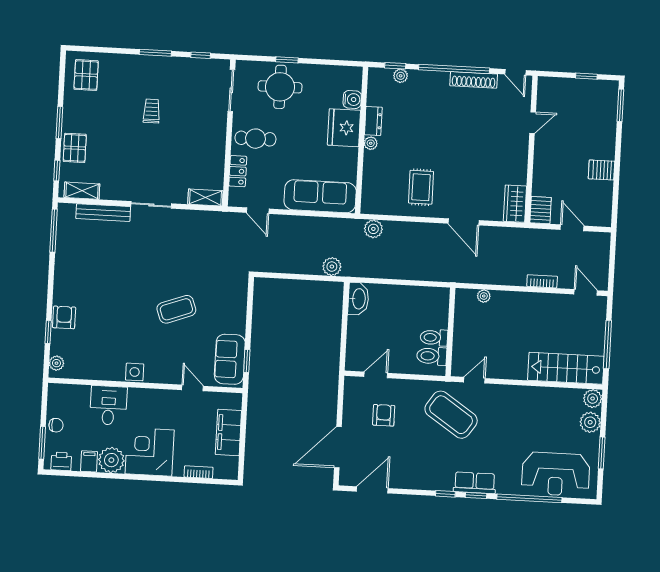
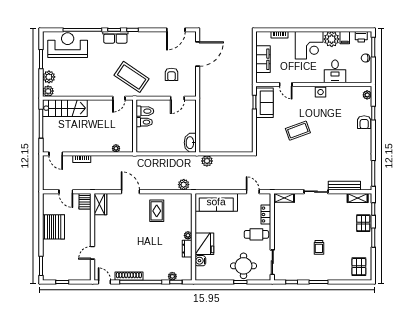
server rack: (602, 170) -> (53, 227), width x2.18, depth x1.44

